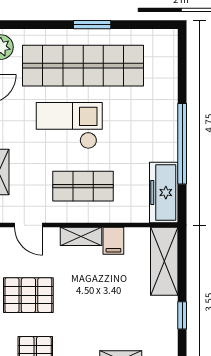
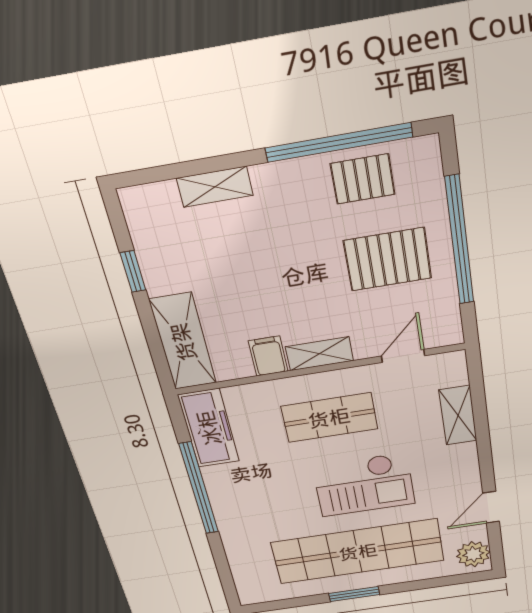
door: (28, 225) -> (403, 356), hinge flipped

